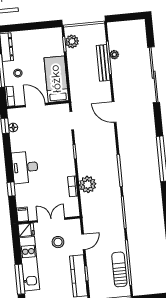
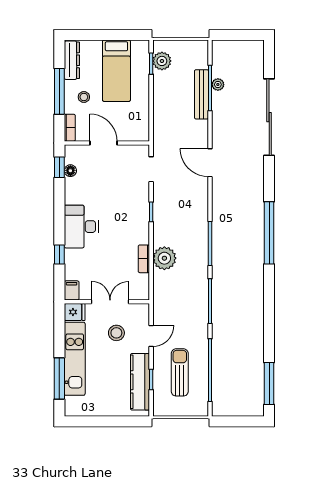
bed: (56, 79) -> (116, 71), moved, turned 180
sun lounger: (119, 269) -> (180, 372), moved

